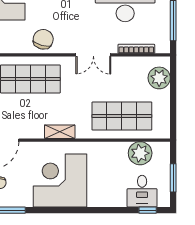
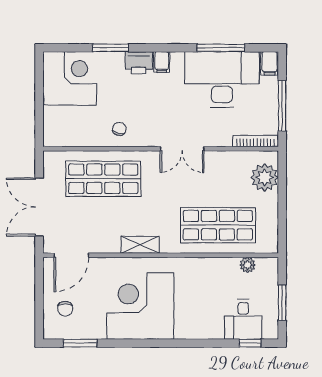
chair: (43, 39) -> (119, 129), width x0.54, depth x0.54
bookcase: (136, 49) -> (256, 141), moved
plant: (140, 153) -> (248, 265), width x0.53, depth x0.53

